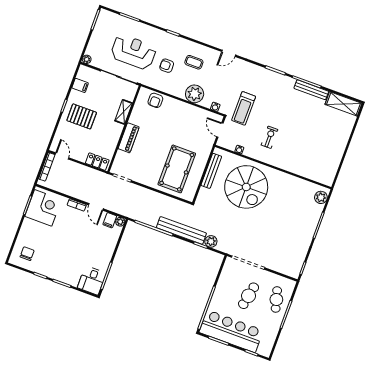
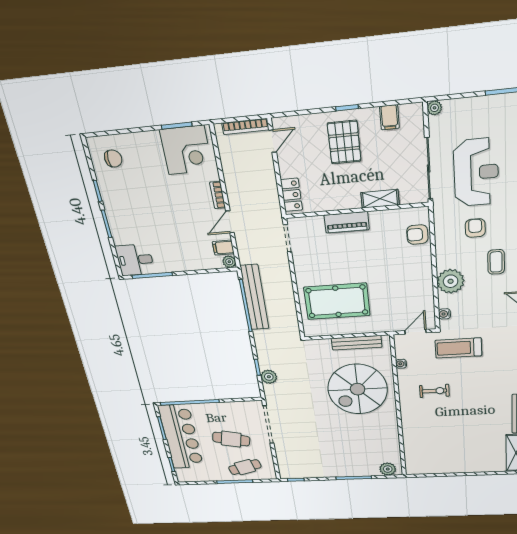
bench: (181, 230) -> (255, 297), moved

